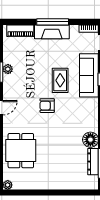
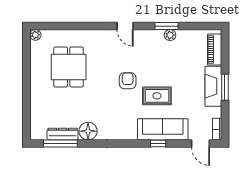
window: (53, 22) -> (225, 87), width x0.69
dining table: (21, 151) -> (69, 67), moved, turned 90

